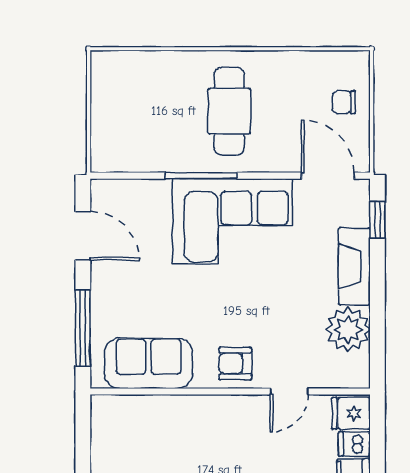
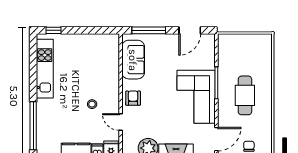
cafe table: (229, 111) -> (245, 95), turned 90
stool: (249, 456) -> (92, 104), added

